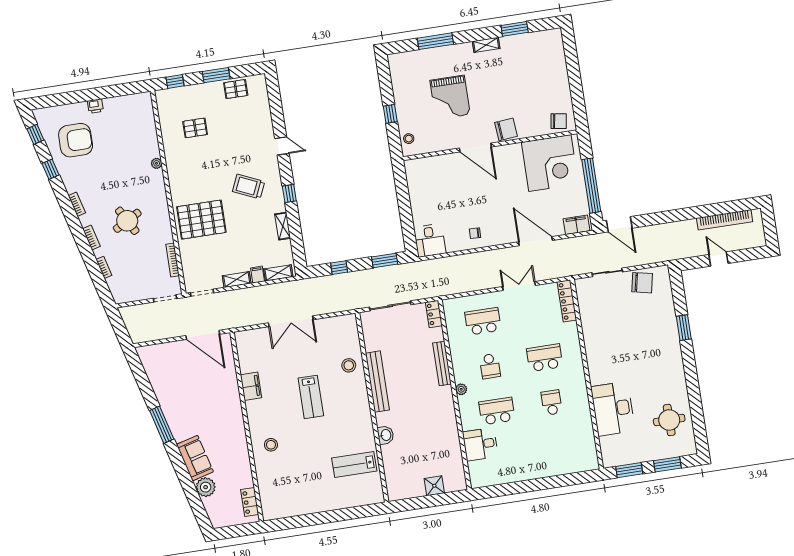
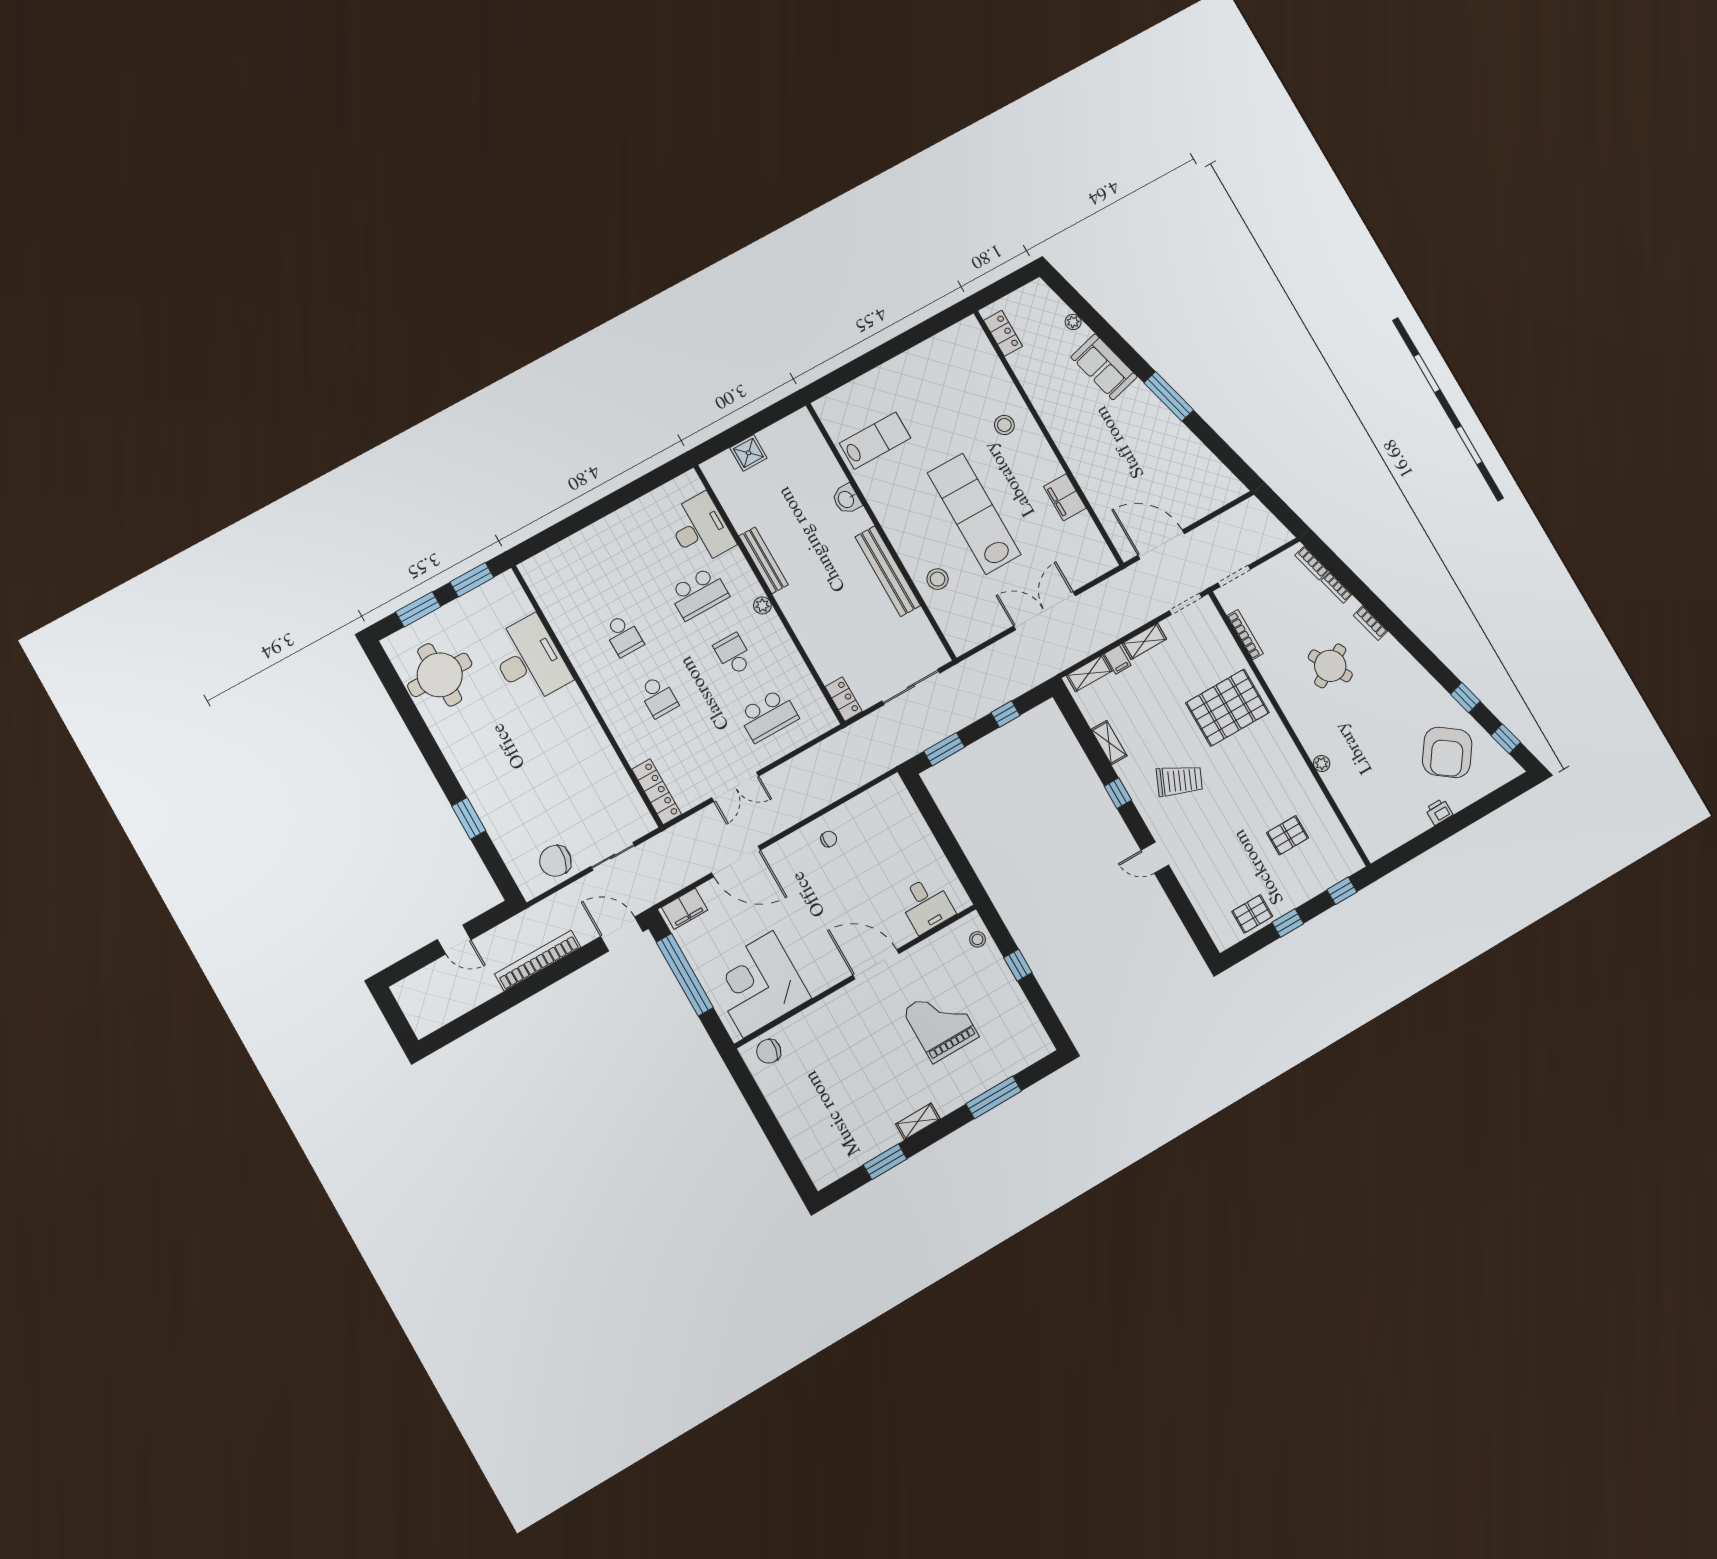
window: (216, 75) -> (1288, 923), width x0.67
chair: (506, 129) -> (841, 1008), removed
armchair: (76, 140) -> (1447, 752), turned -54
bookcase: (77, 204) -> (1312, 563), moved
bookcase: (725, 220) -> (538, 961), moved
desk: (430, 240) -> (926, 905), moved, turned 180
school desk: (545, 358) -> (658, 697), width x0.54
bench: (442, 363) -> (763, 560), moved
lab bench: (311, 397) -> (974, 514), width x1.86, depth x1.39
round table: (669, 420) -> (440, 675), width x1.36, depth x1.36
desk: (480, 444) -> (700, 529), width x1.37
plant: (206, 487) -> (1073, 322), width x0.53, depth x0.53

